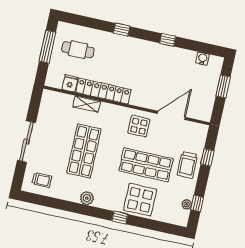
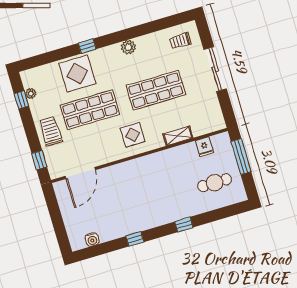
window: (47, 47) -> (241, 156), moved
window: (223, 86) -> (58, 224), removed
locker: (103, 91) -> (169, 157), removed
door: (171, 115) -> (80, 173), moved
display table: (139, 126) -> (133, 135), moved
shop shelf: (84, 151) -> (156, 90), turned 90
window: (207, 157) -> (39, 160), moved

